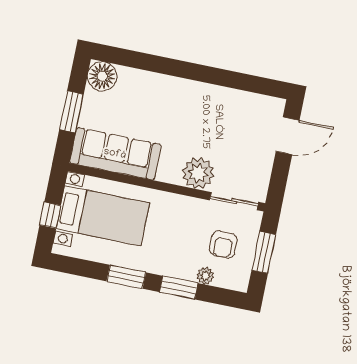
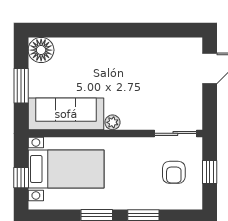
plant: (198, 173) -> (112, 122), moved, width x0.53, depth x0.53
window: (264, 252) -> (210, 172), width x0.67
plant: (205, 276) -> (164, 202), removed

